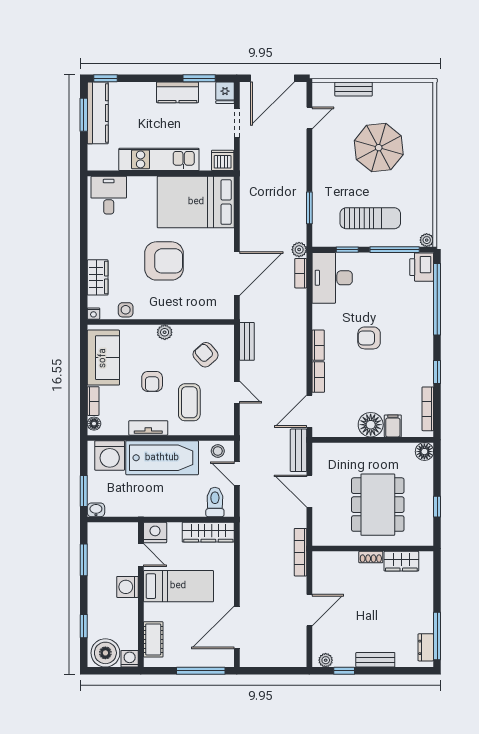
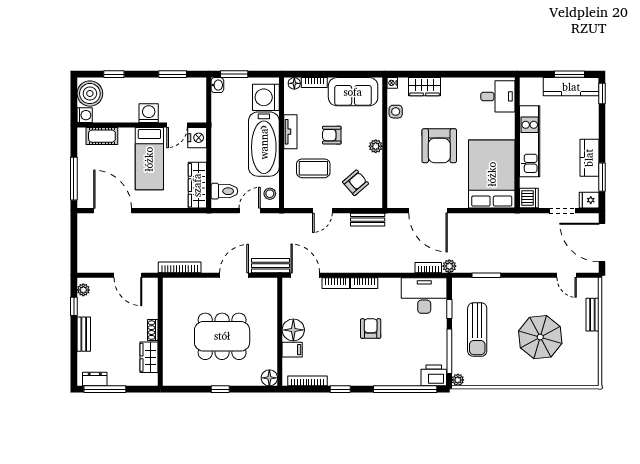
wall: (373, 549) -> (160, 332), moved
shoe rack: (371, 557) -> (153, 330), moved
wardrobe: (401, 561) -> (149, 357), moved

